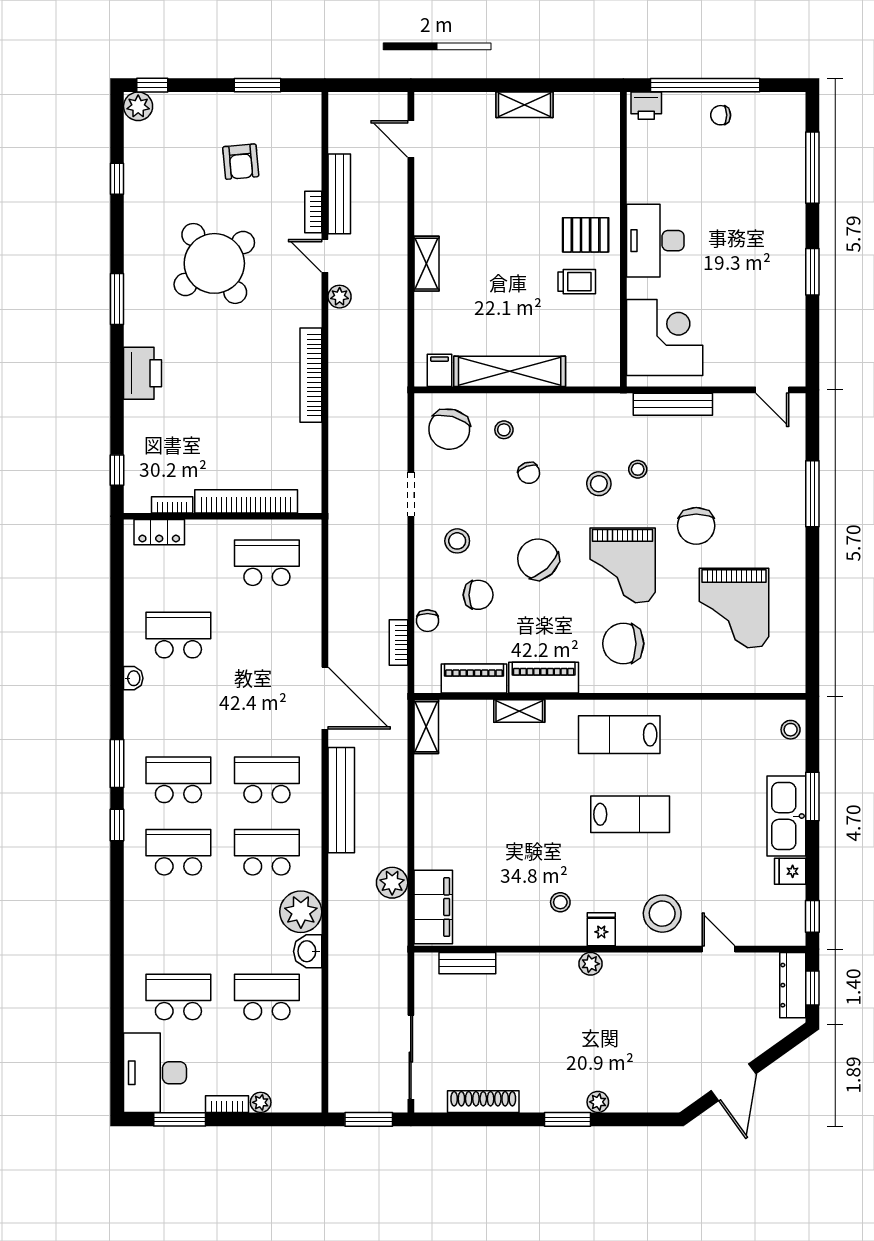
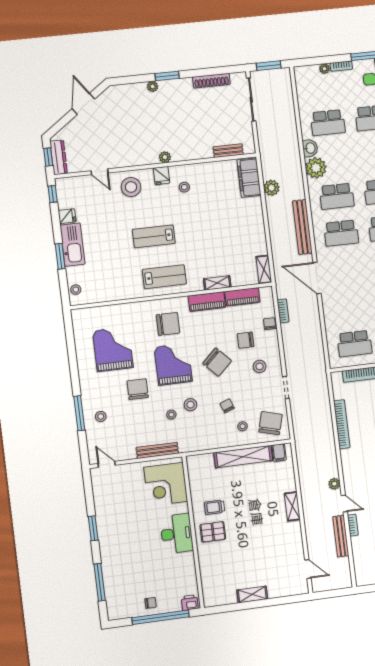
bookcase: (311, 375) -> (342, 424), moved
stool: (772, 482) -> (101, 416), added

